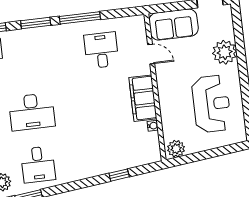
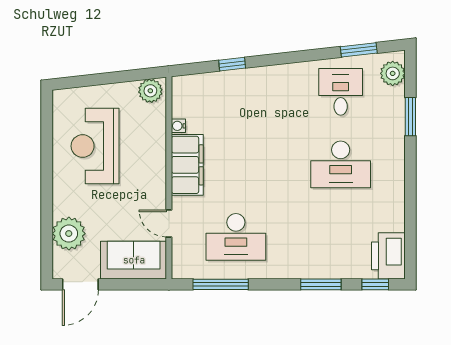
window: (80, 18) -> (221, 284), moved
desk: (101, 50) -> (236, 237), width x1.37
plant: (225, 52) -> (69, 234), moved
desk: (32, 112) -> (341, 164), turned 180

